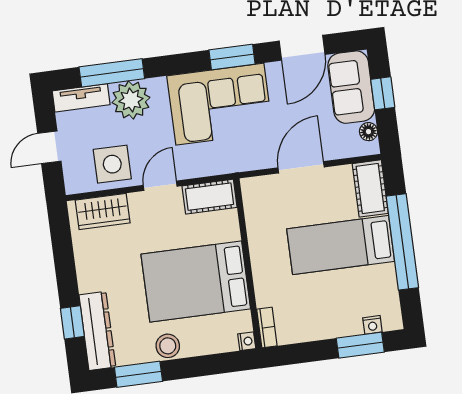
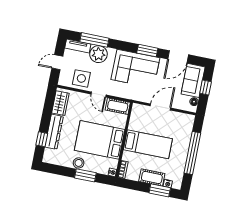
door: (160, 186) -> (98, 94), swing flipped
cot: (370, 188) -> (152, 178), moved, turned 90
wardrobe: (103, 212) -> (60, 103), moved, turned -90
bed: (341, 245) -> (148, 144), moved, turned 180
dresser: (97, 331) -> (54, 132), moved
window: (138, 374) -> (85, 175), moved

